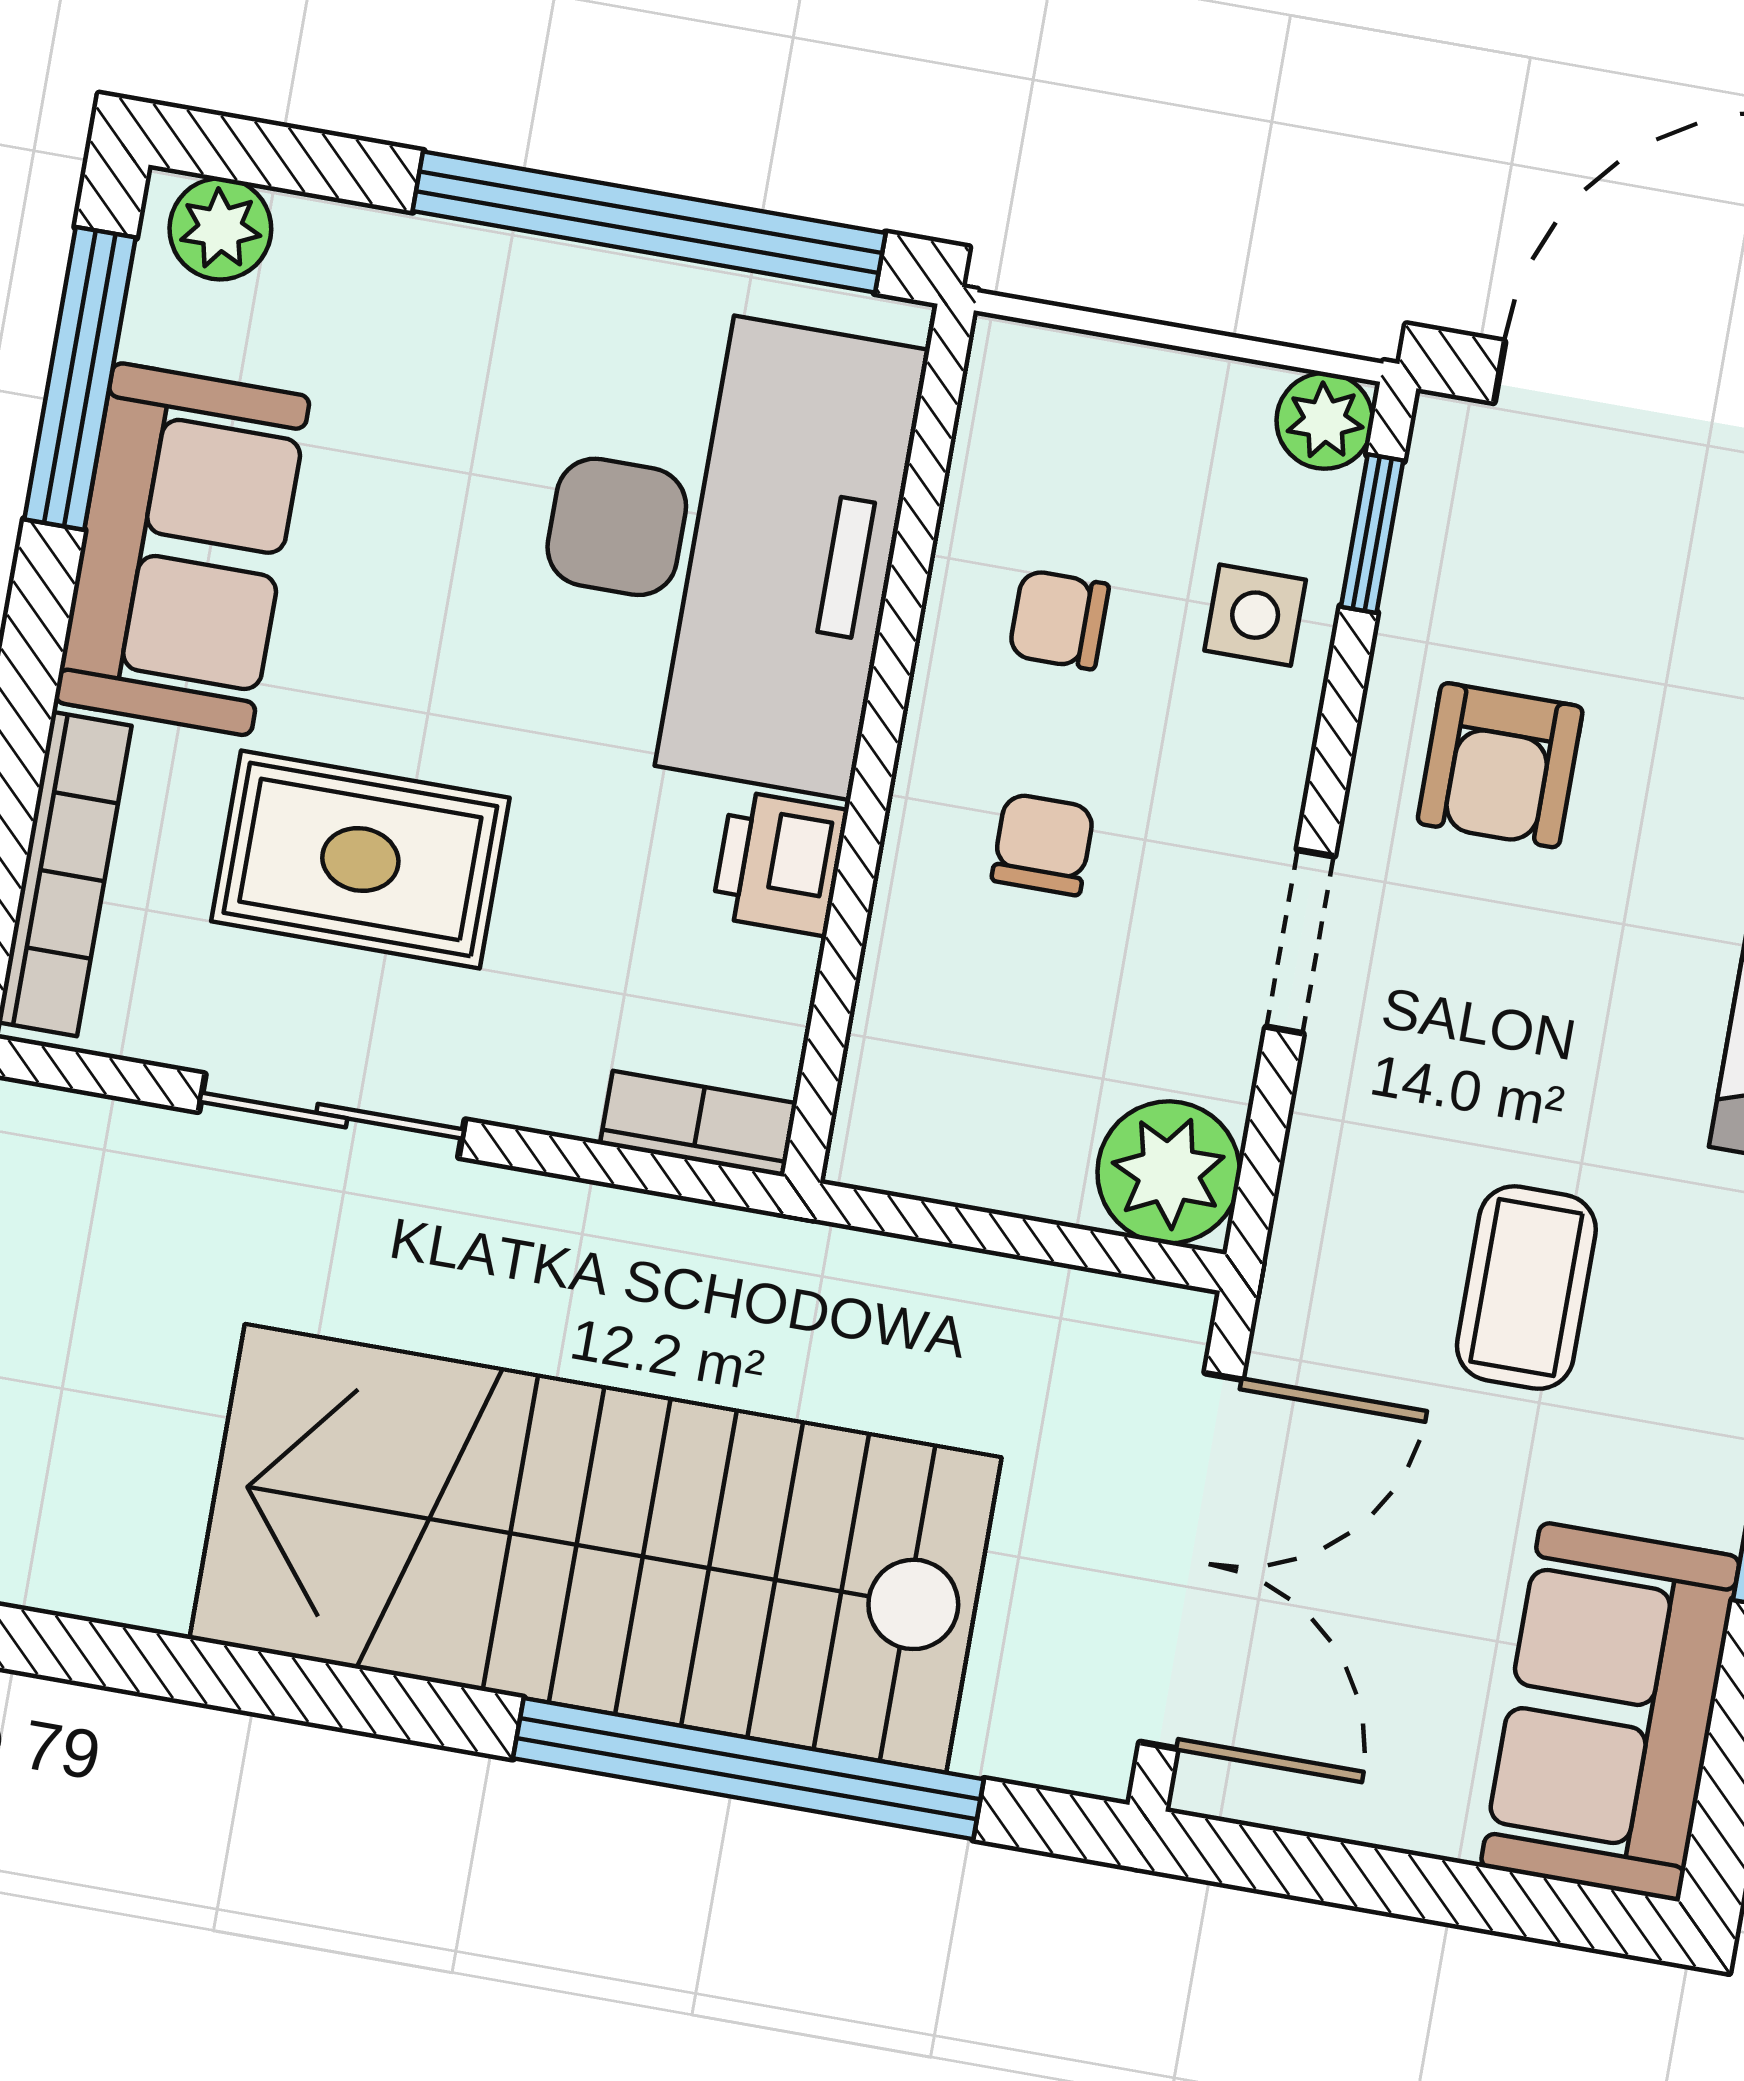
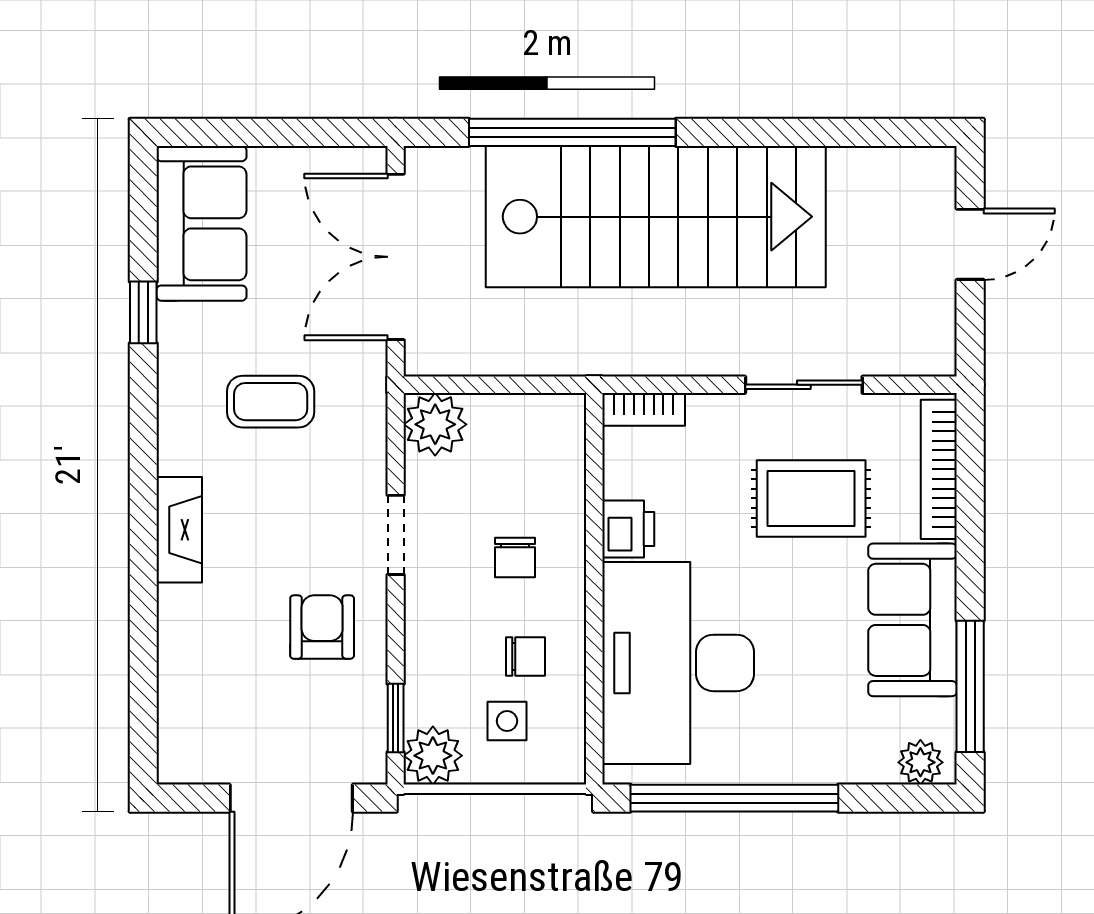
plant: (1325, 421) -> (433, 756), width x1.38, depth x1.38
side table: (1255, 615) -> (507, 721), moved
coffee table: (1526, 1288) -> (271, 402), turned 90

